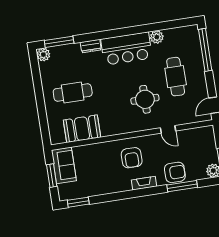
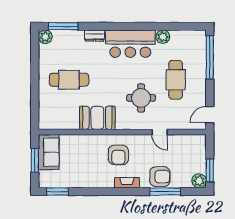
booth: (82, 129) -> (97, 118), moved

